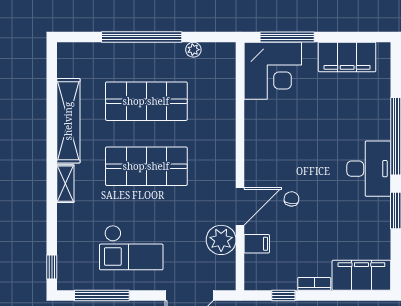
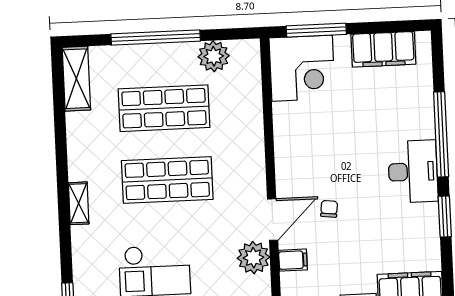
plant: (193, 50) -> (214, 56), width x1.87, depth x1.87
shelving: (68, 121) -> (76, 79), moved, width x0.68

